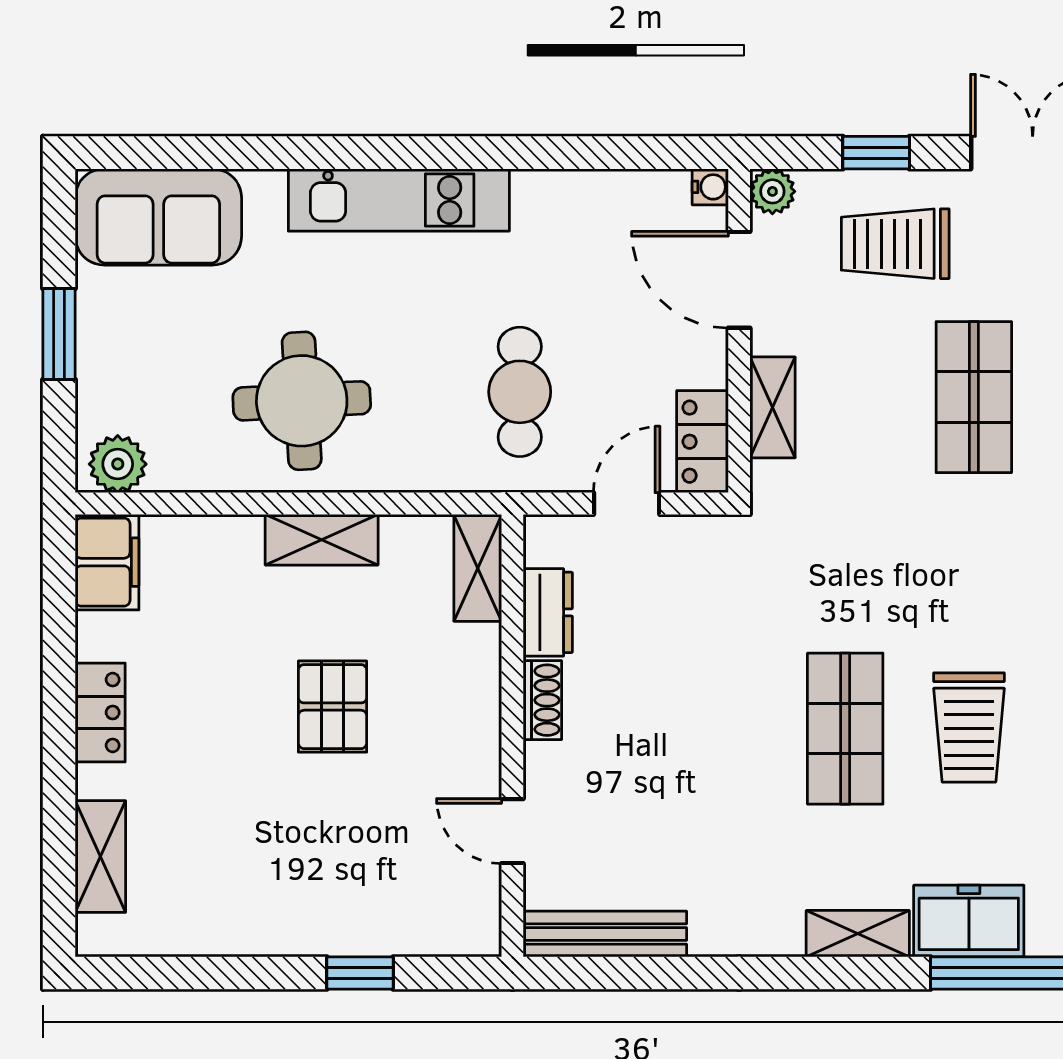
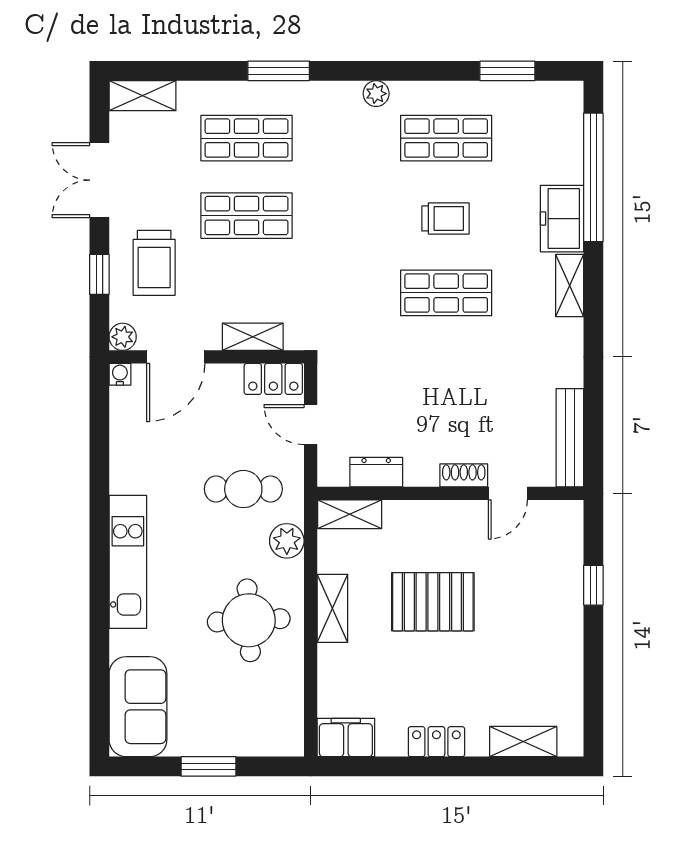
plant: (118, 464) -> (287, 541), moved
shoe rack: (542, 700) -> (464, 475), moved
pallet: (333, 707) -> (433, 602), width x1.50, depth x1.42
trolley: (969, 727) -> (445, 218), width x0.73, depth x0.72

